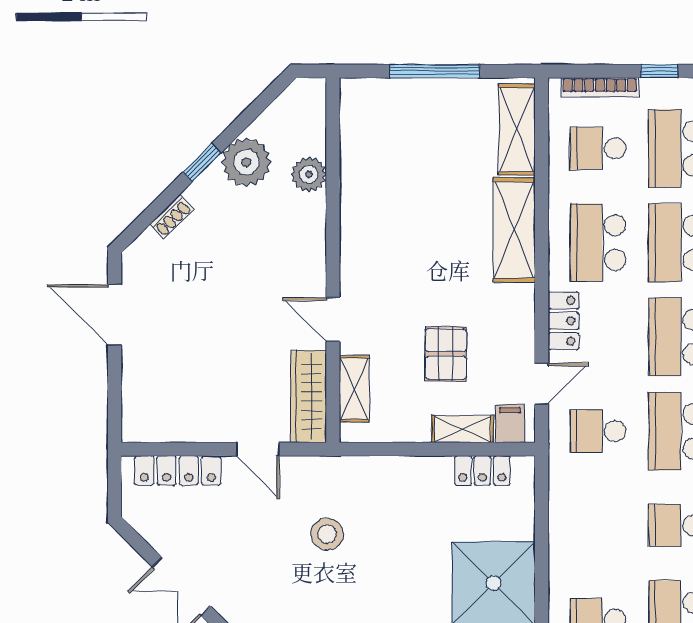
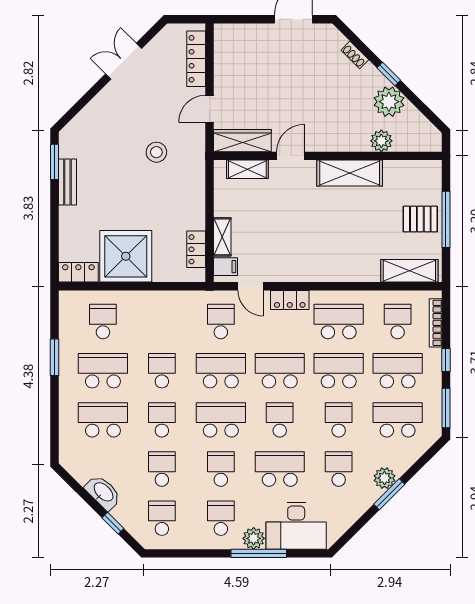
shelving: (514, 230) -> (350, 173), moved
pallet: (446, 354) -> (420, 219), moved

